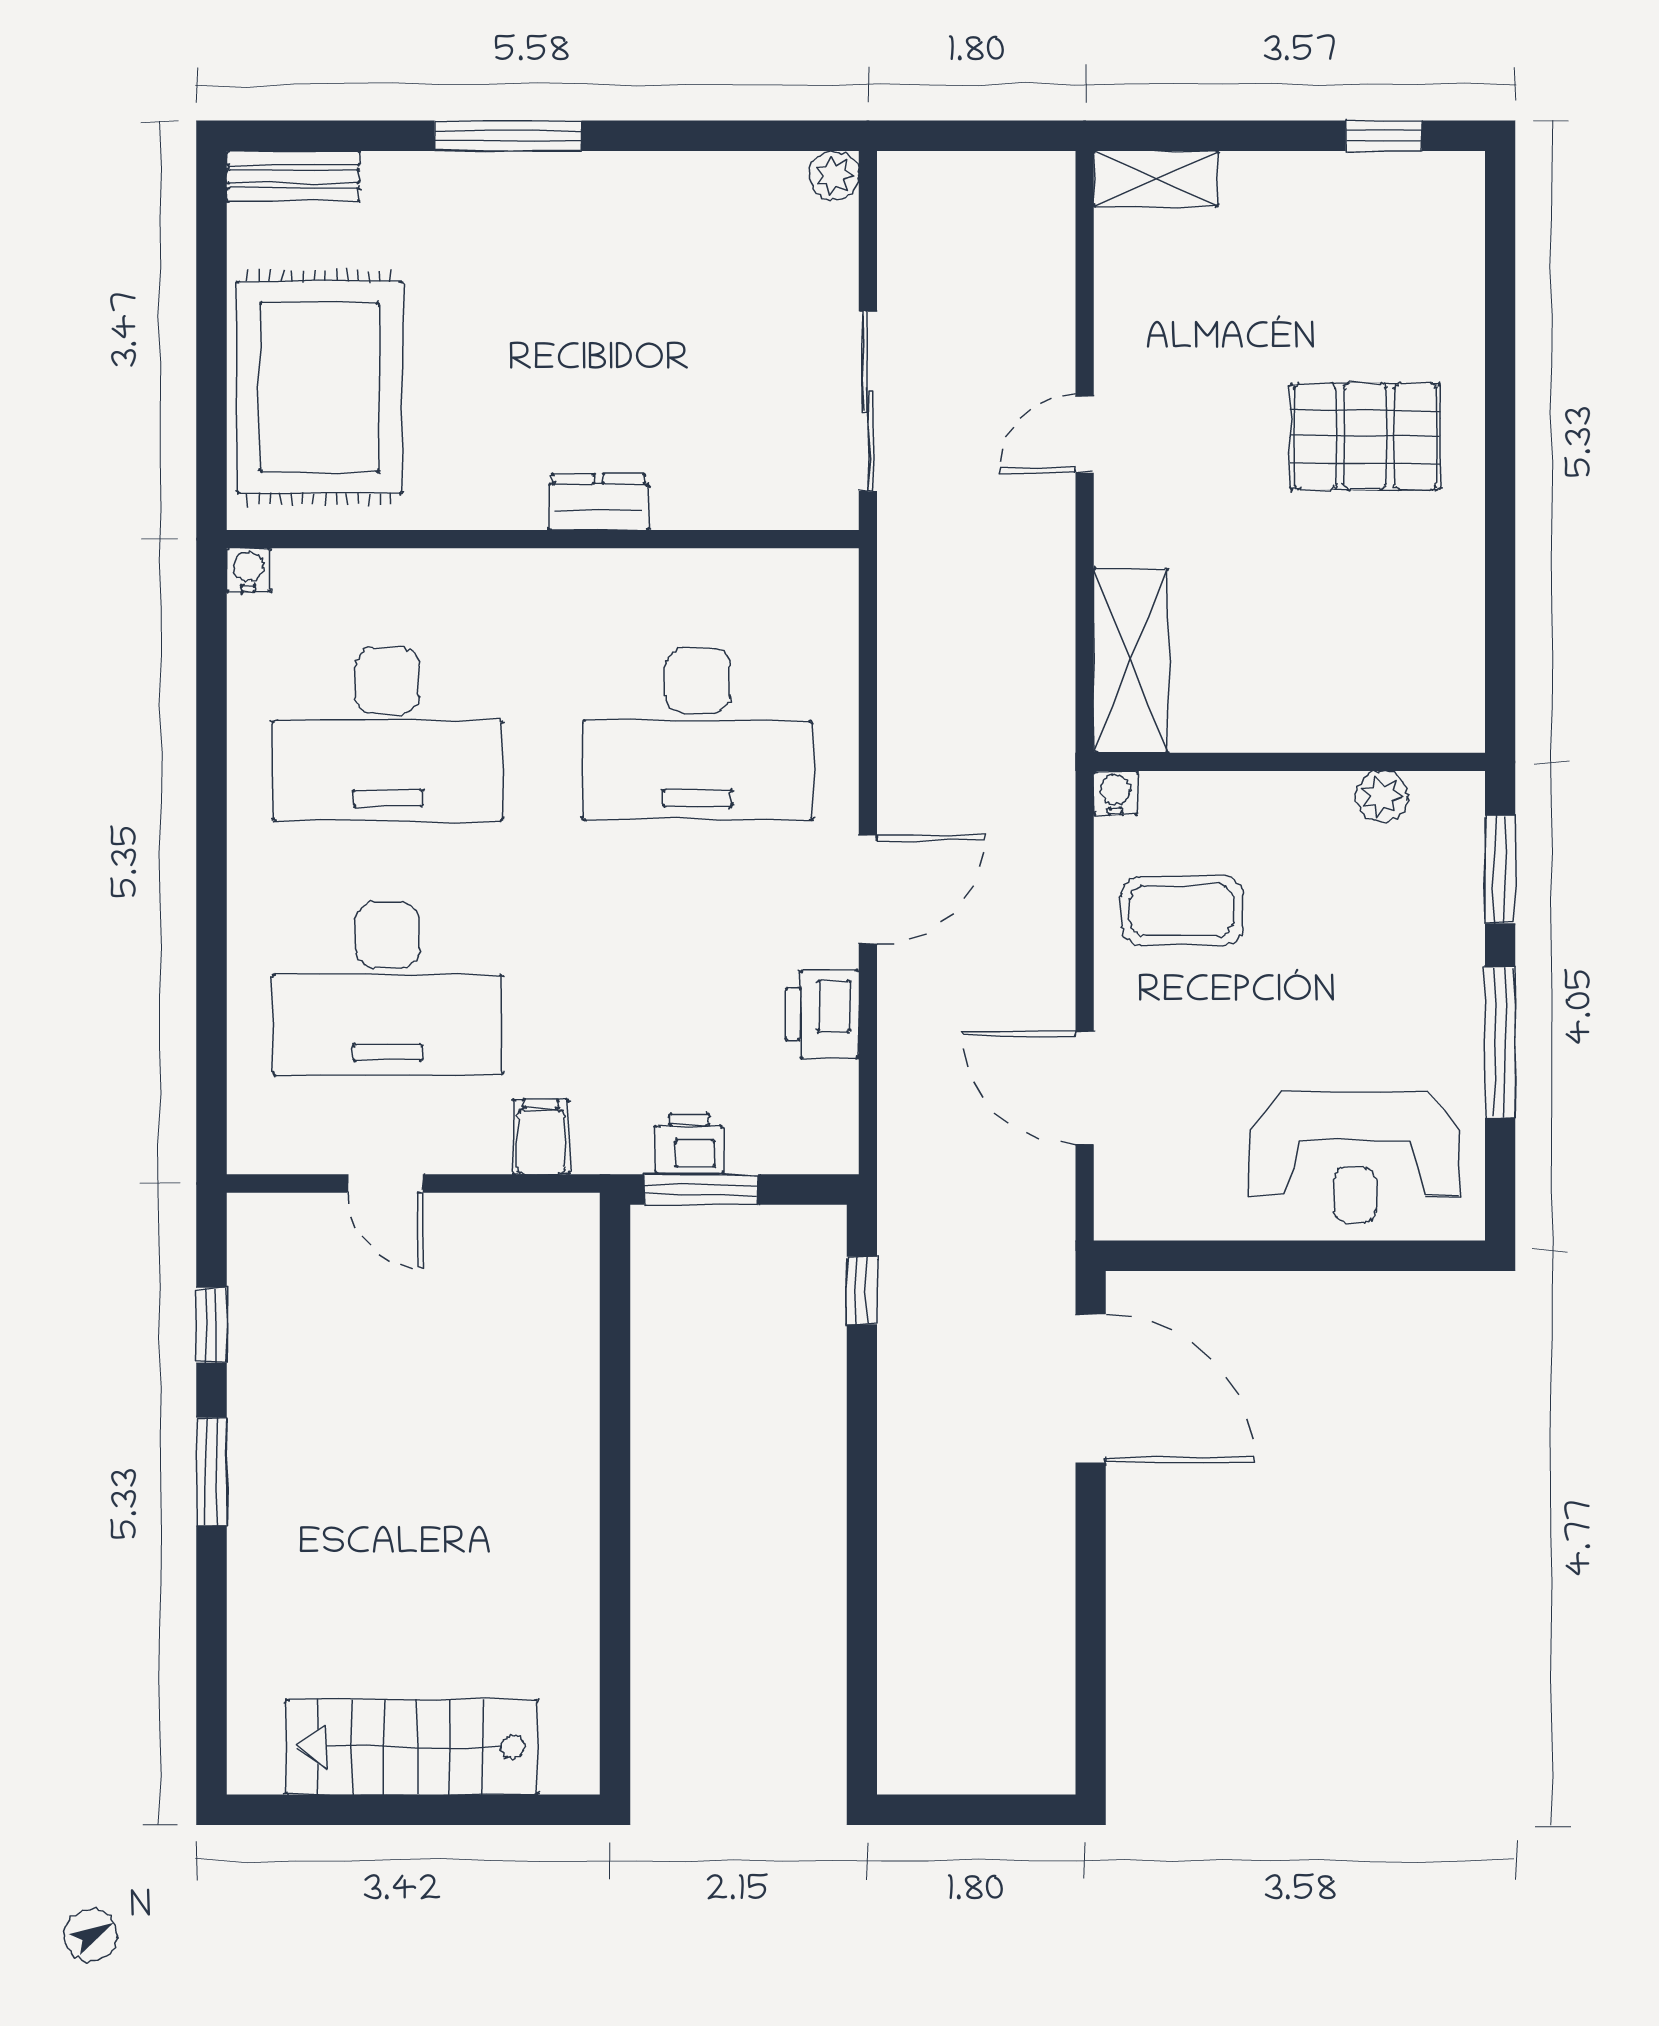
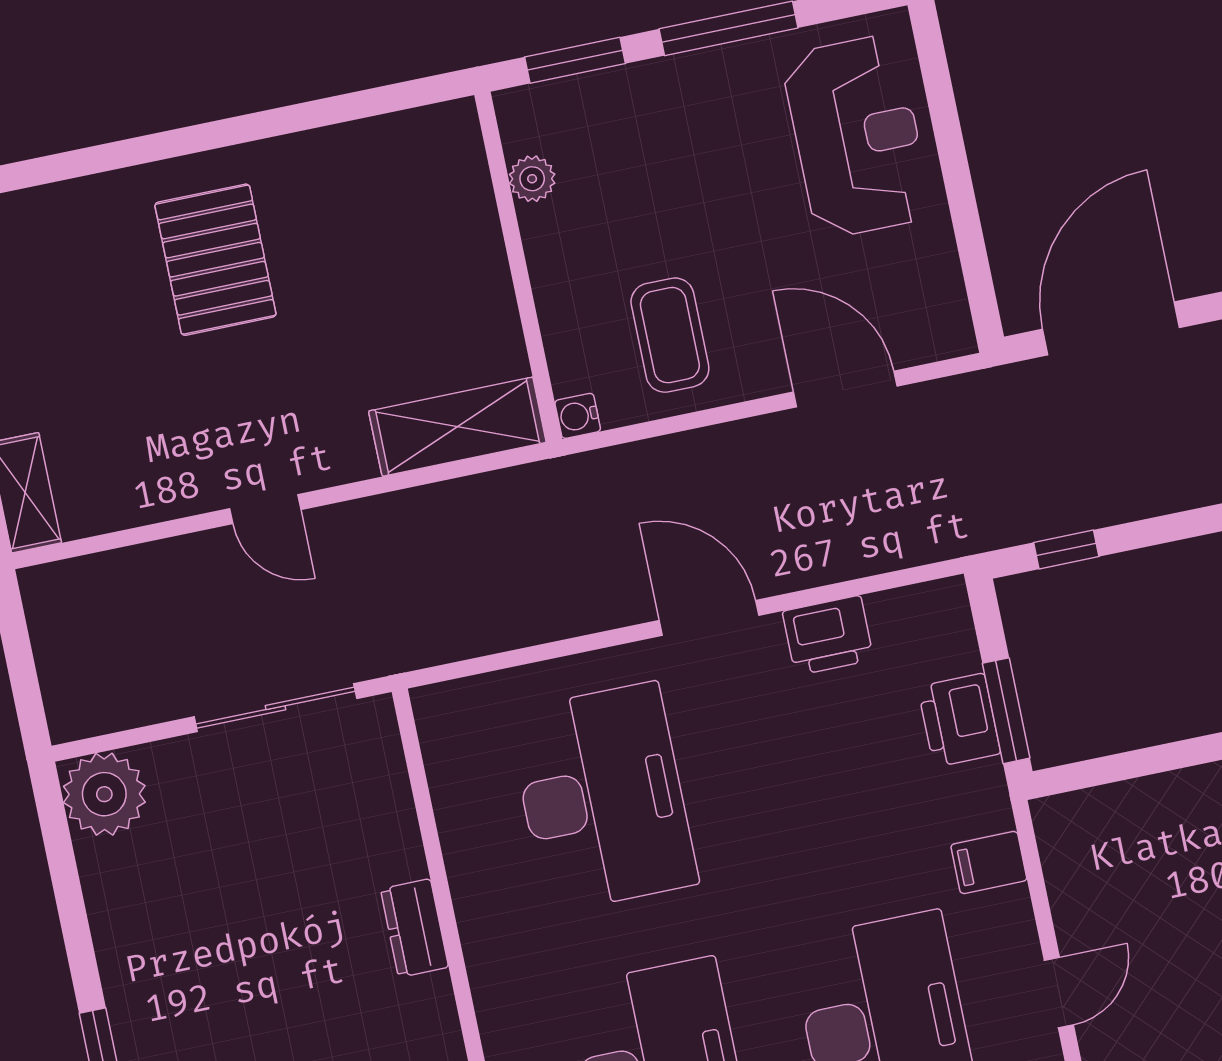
plant: (834, 175) -> (104, 794), width x1.88, depth x1.88
door: (1085, 1088) -> (845, 389), swing flipped
printer: (689, 1144) -> (959, 720), width x1.36, depth x1.24

